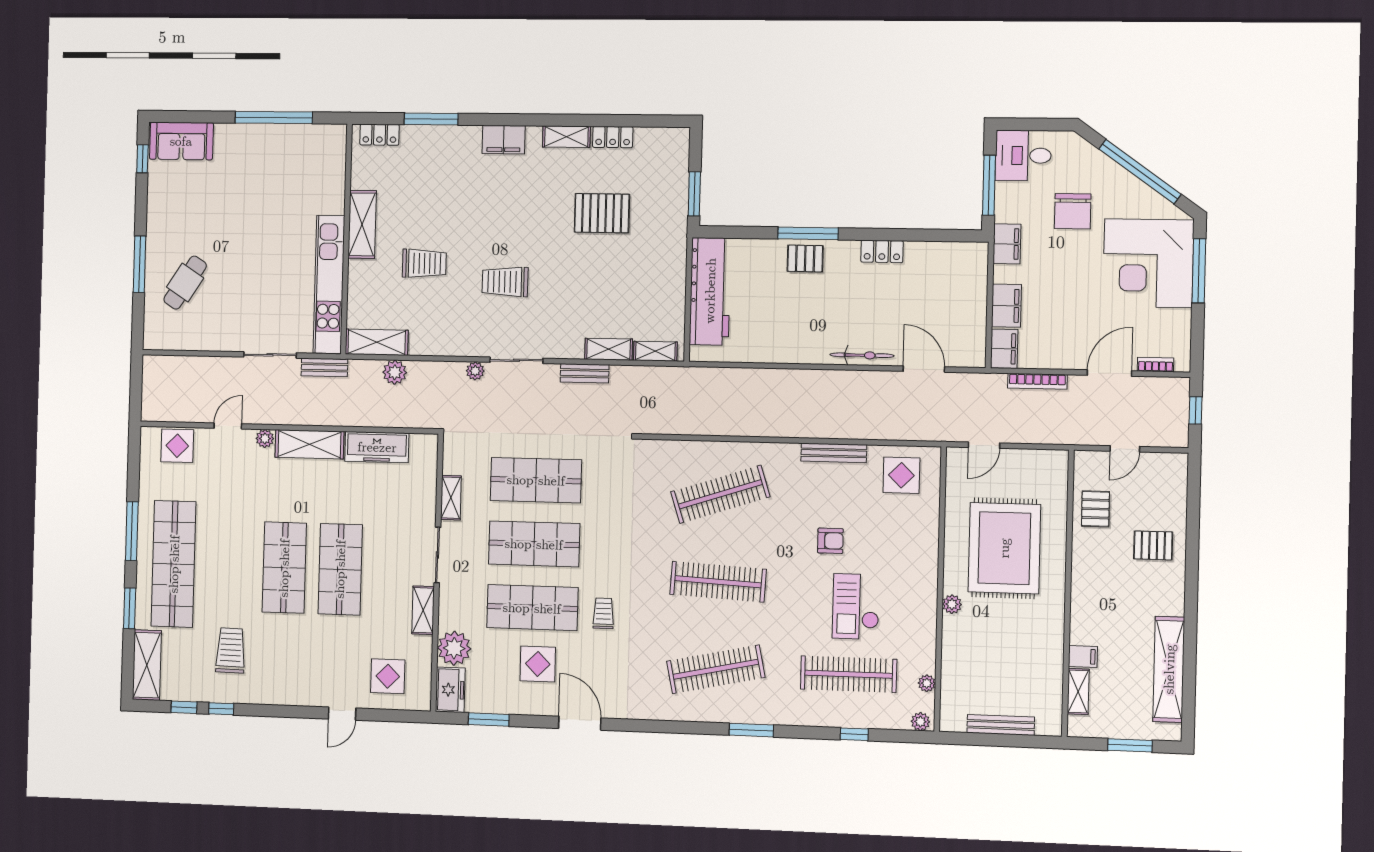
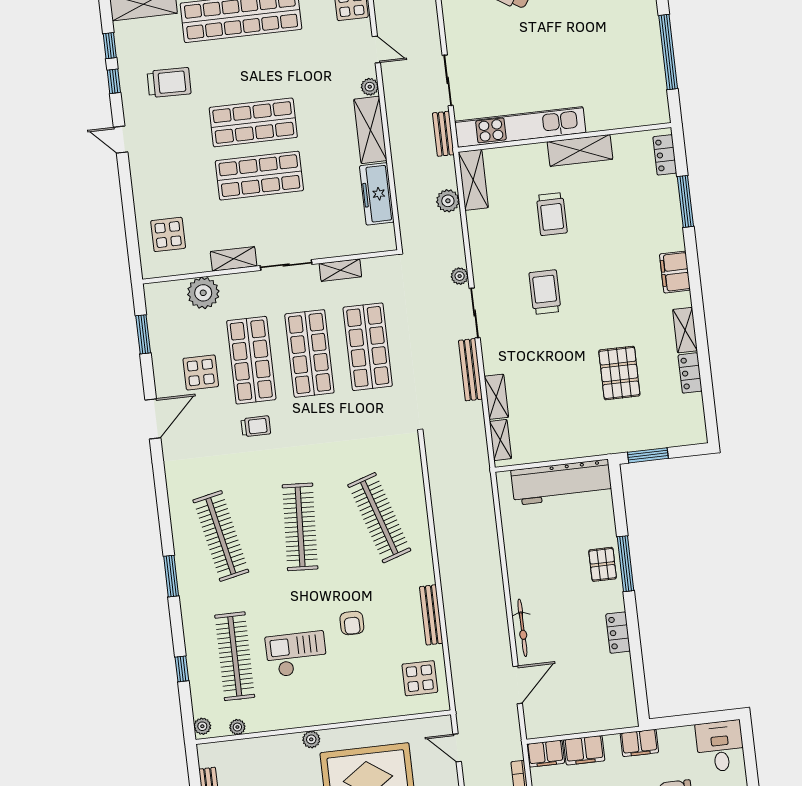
window: (989, 185) -> (690, 720), removed
bench: (585, 373) -> (470, 370), width x1.36
freezer: (450, 690) -> (165, 295), removed
door: (342, 714) -> (121, 140), moved

